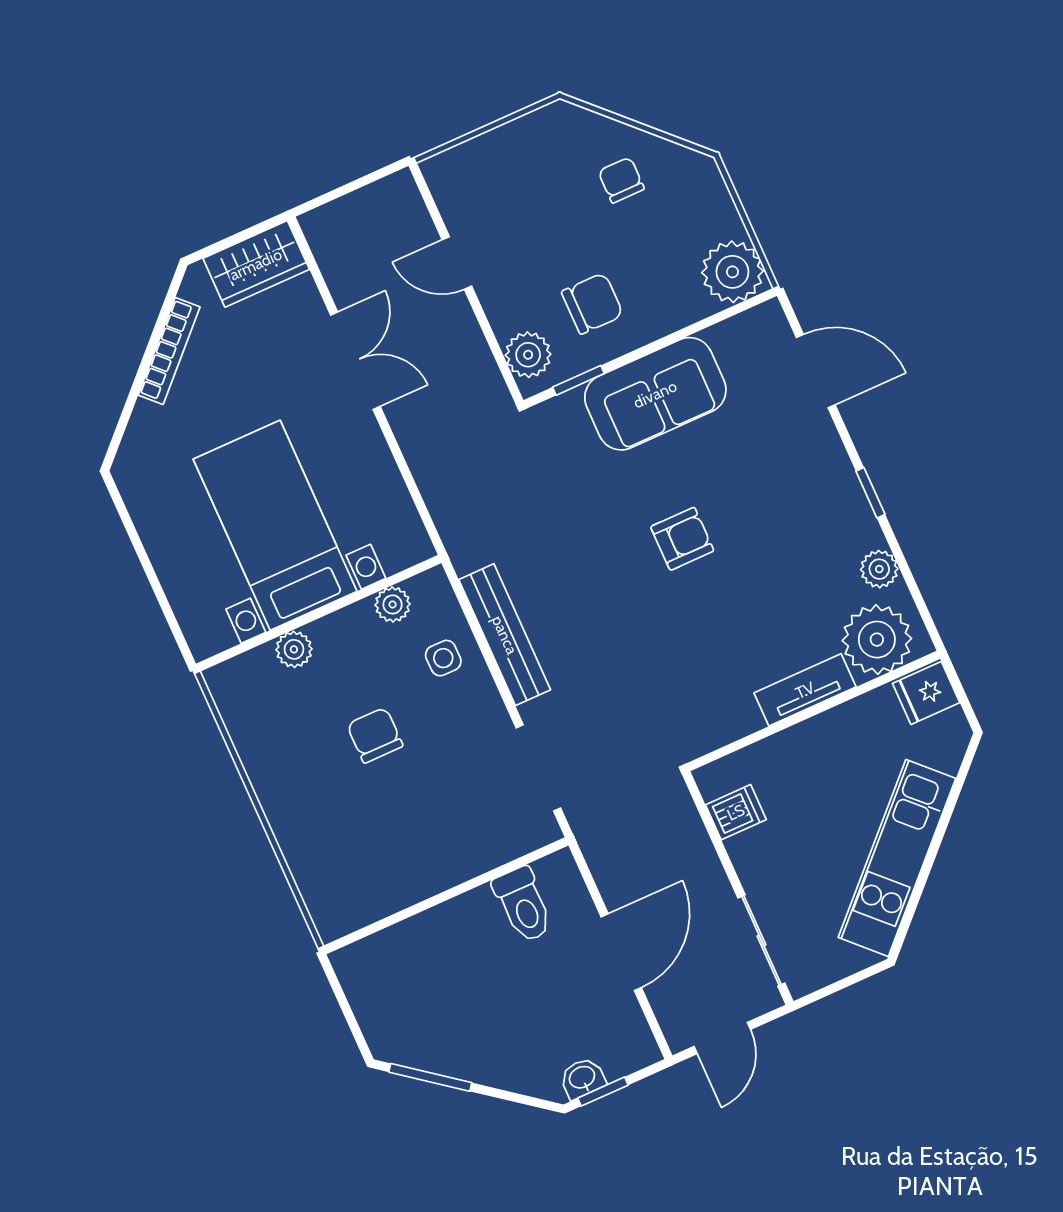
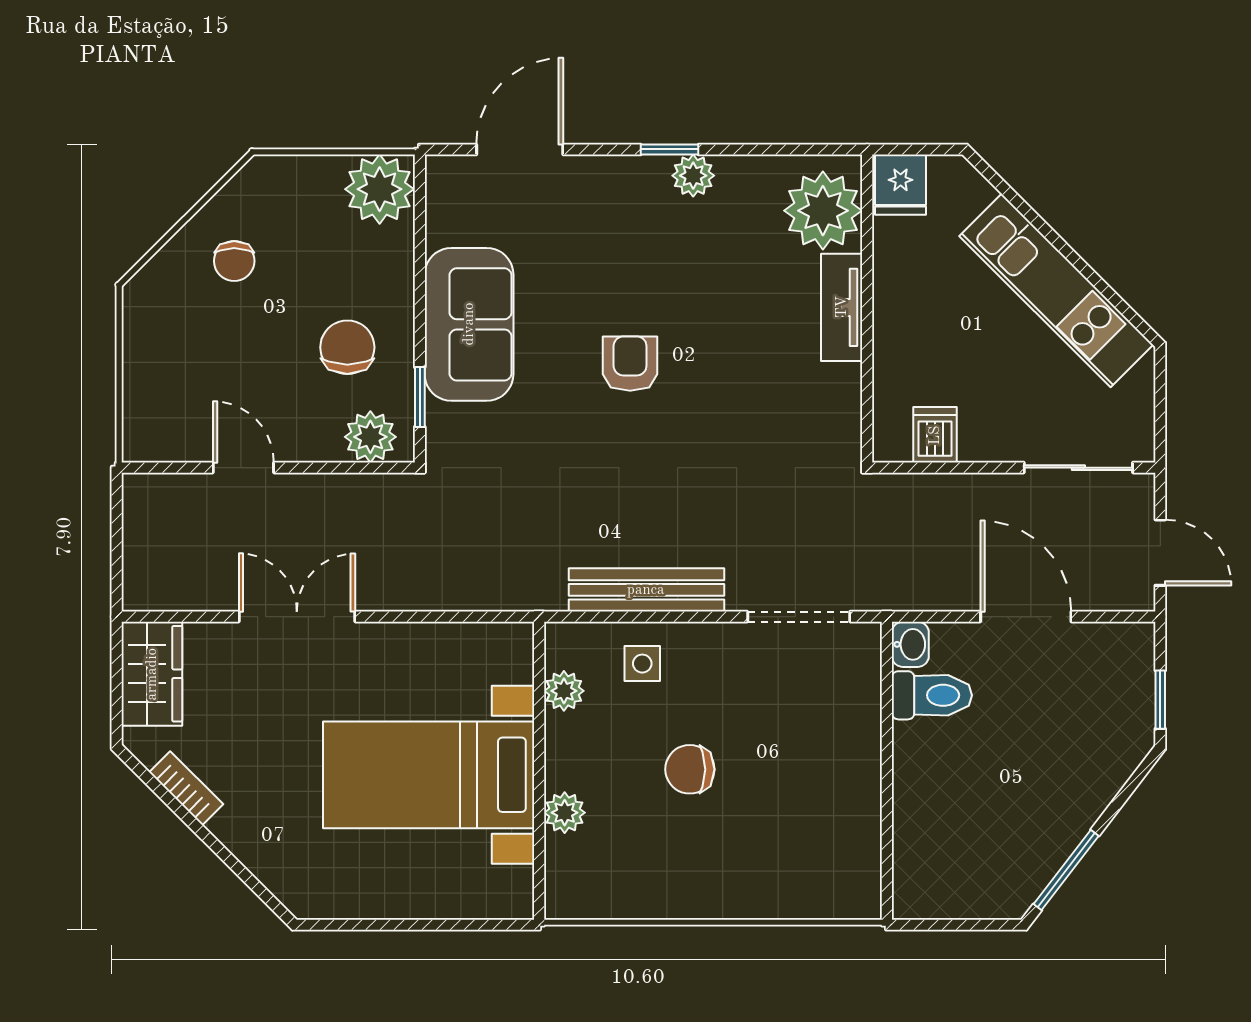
chair: (621, 180) -> (234, 261), turned -90
door: (457, 263) -> (243, 468), swing flipped
bookcase: (169, 351) -> (186, 788), width x0.64
plant: (879, 569) -> (693, 176), moved
washbasin: (582, 1078) -> (910, 644), moved, turned 180

